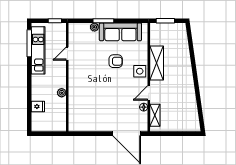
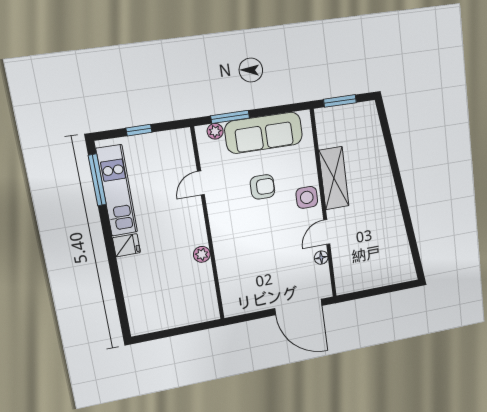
door: (67, 54) -> (201, 183), moved
wall: (67, 77) -> (208, 225), moved
plant: (62, 93) -> (202, 254), moved
fridge: (38, 106) -> (126, 245), moved
shelving: (155, 115) -> (341, 268), removed

